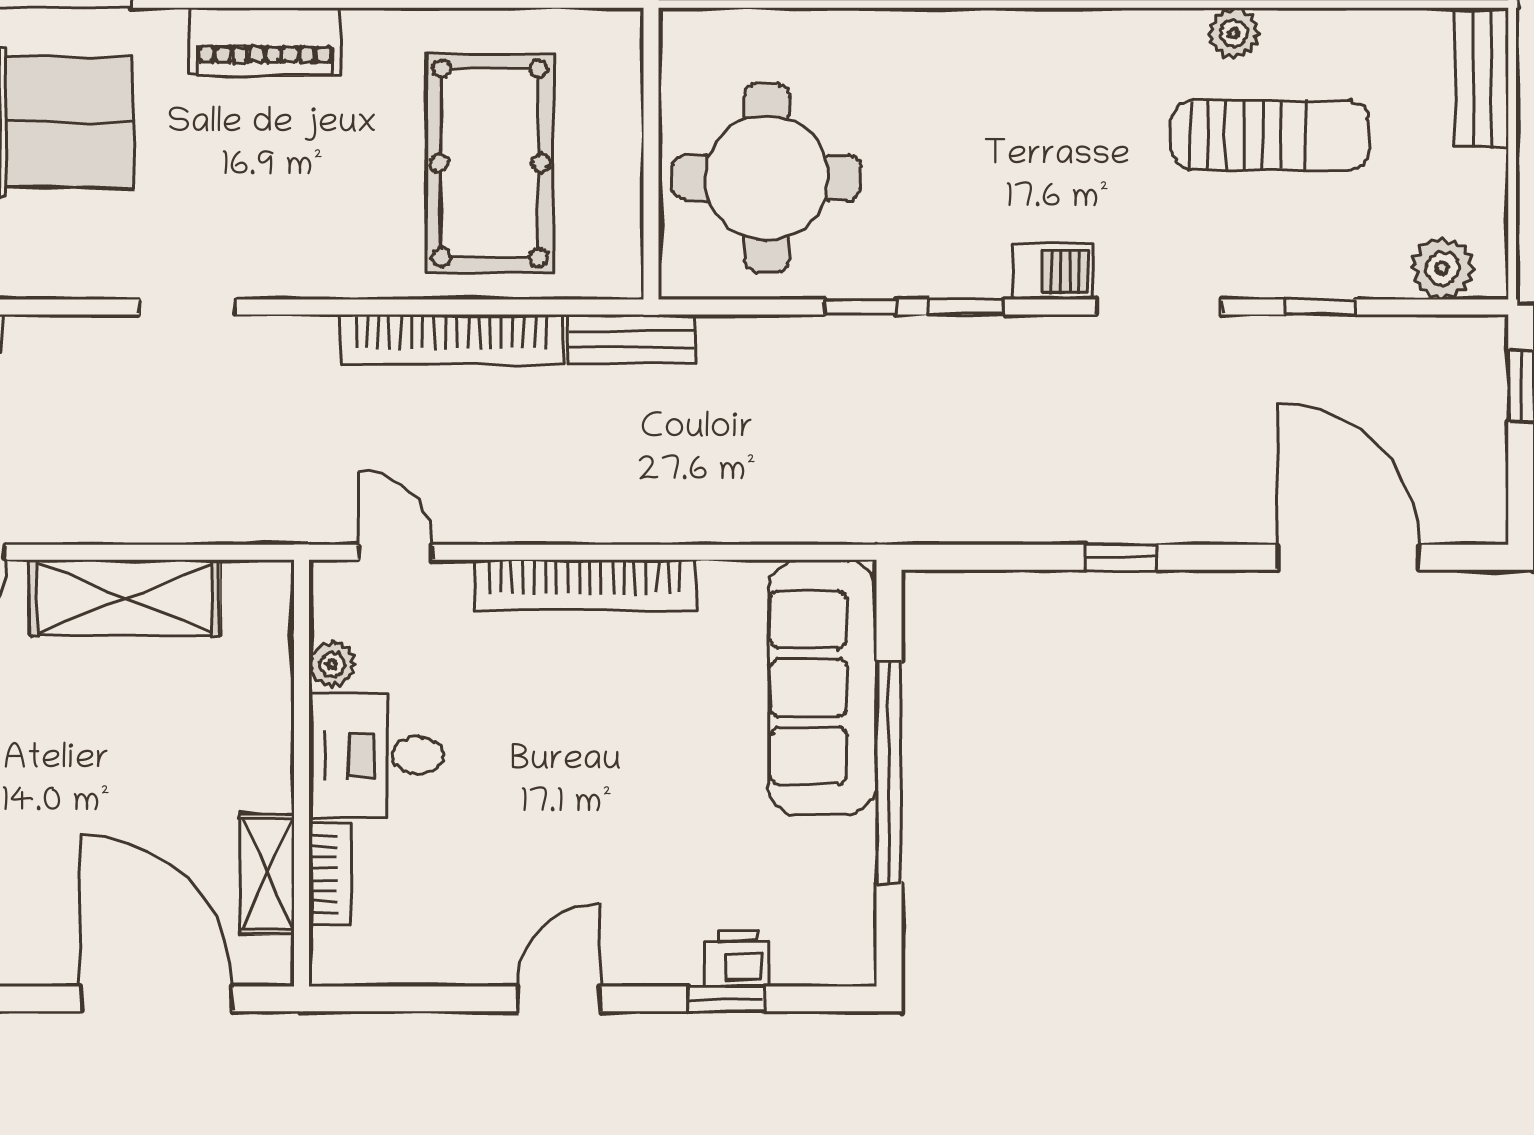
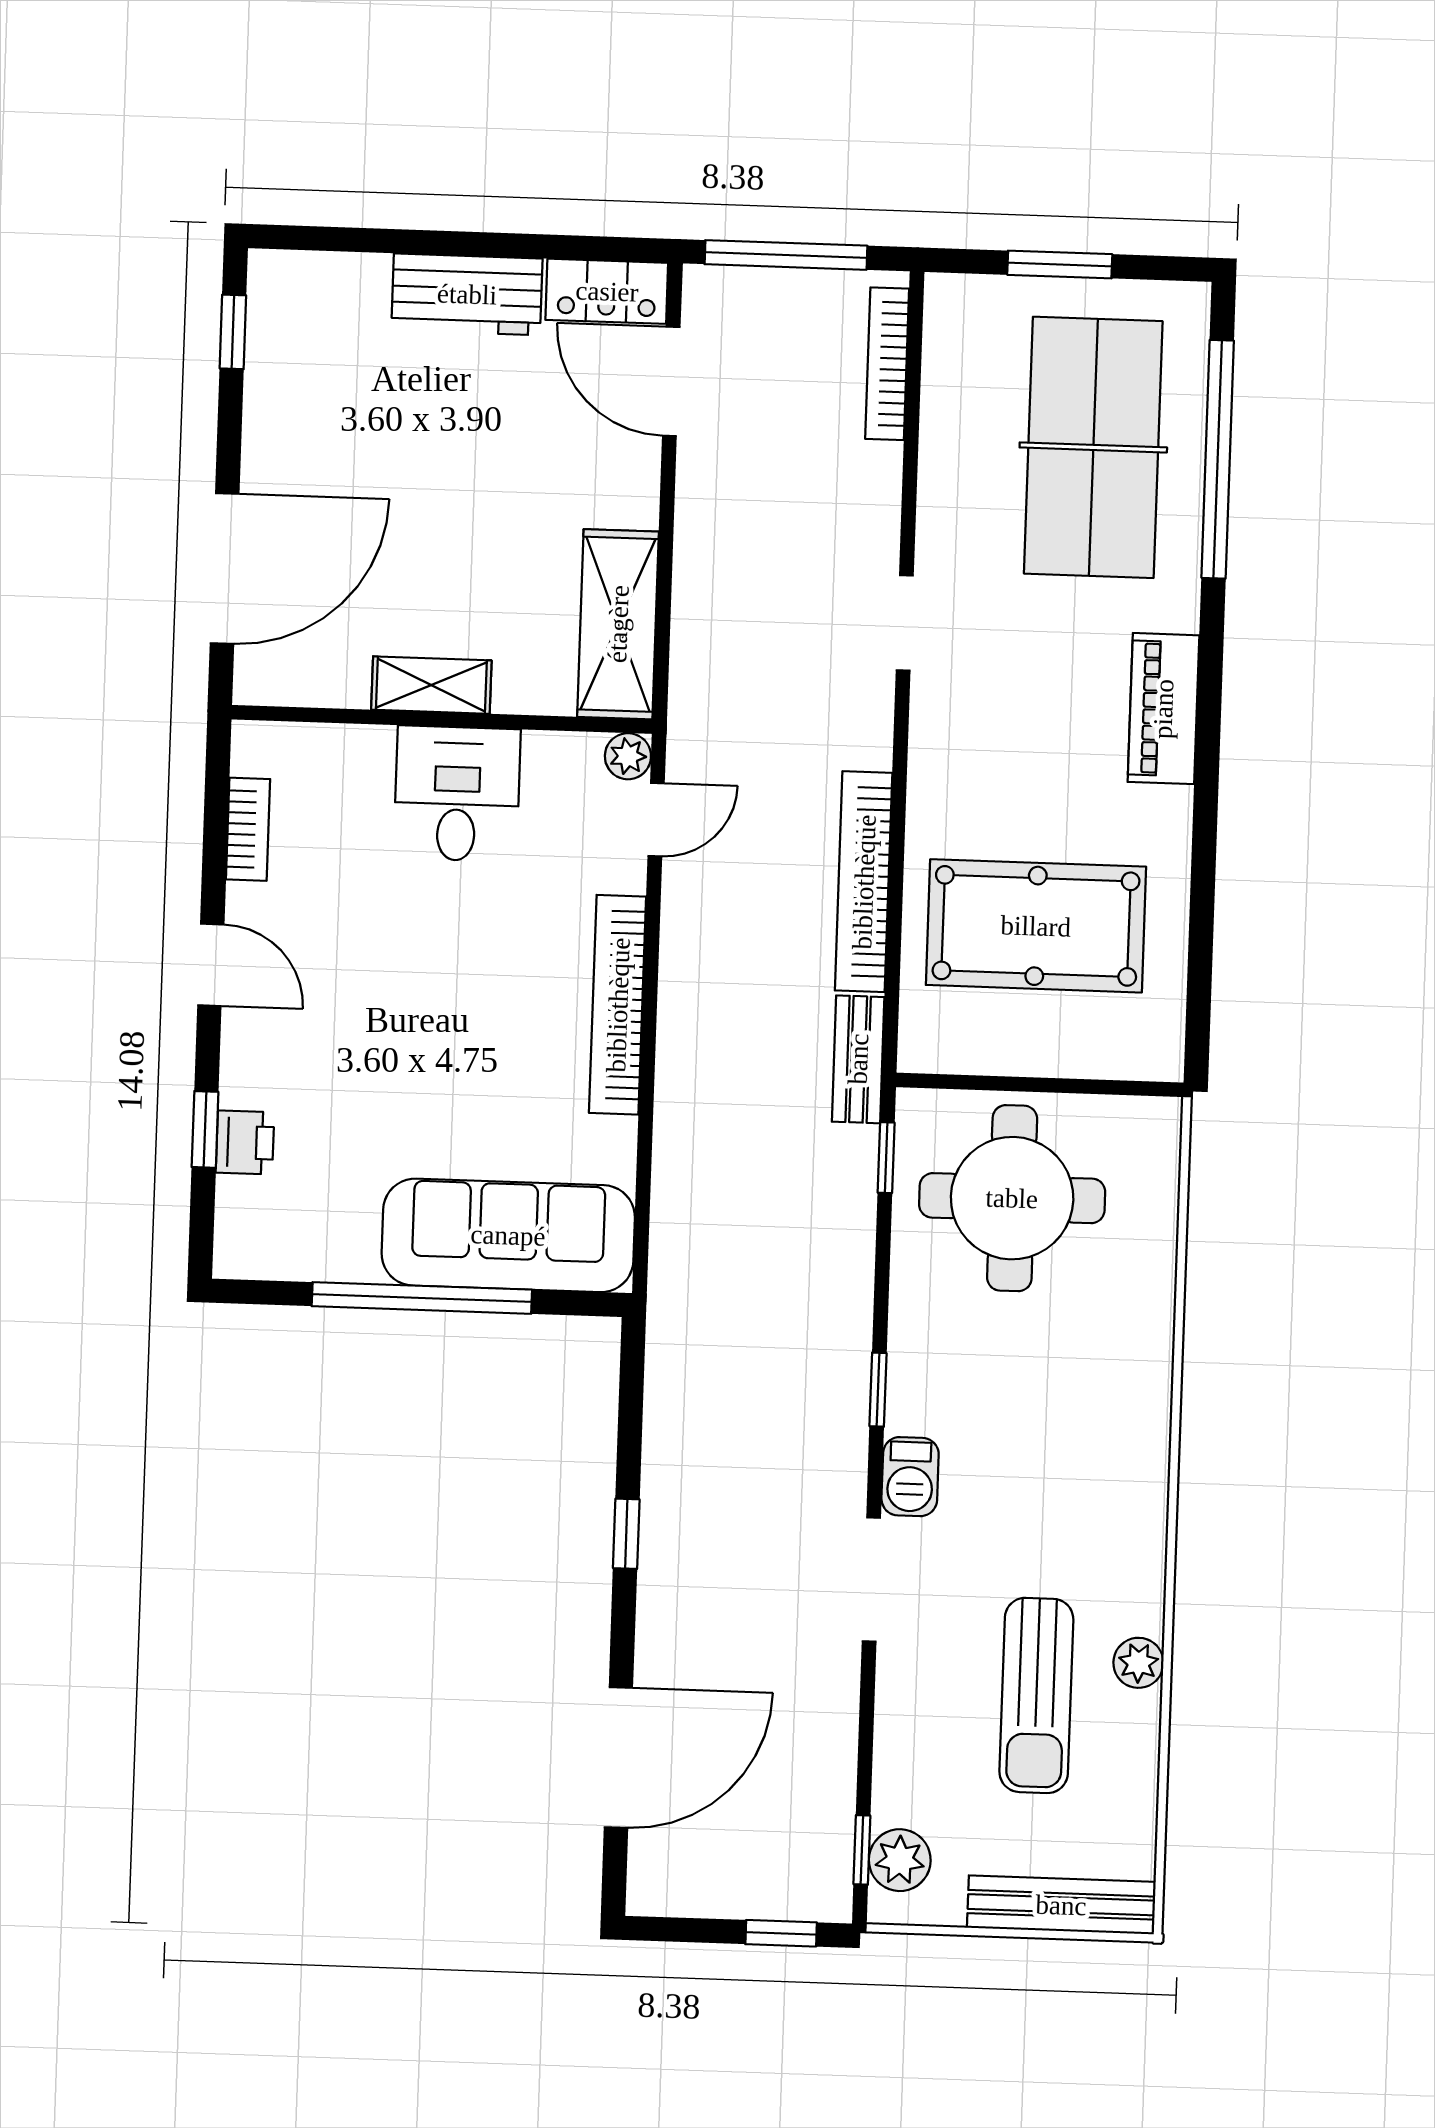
bench: (1482, 77) -> (1061, 1905), width x1.36
window: (861, 307) -> (886, 1158), moved
window: (1320, 307) -> (862, 1850), moved
shelving: (125, 598) -> (618, 624), moved
plant: (332, 664) -> (628, 756), moved
bookcase: (330, 874) -> (248, 829), moved, turned -90
shelving: (267, 875) -> (431, 685), moved

